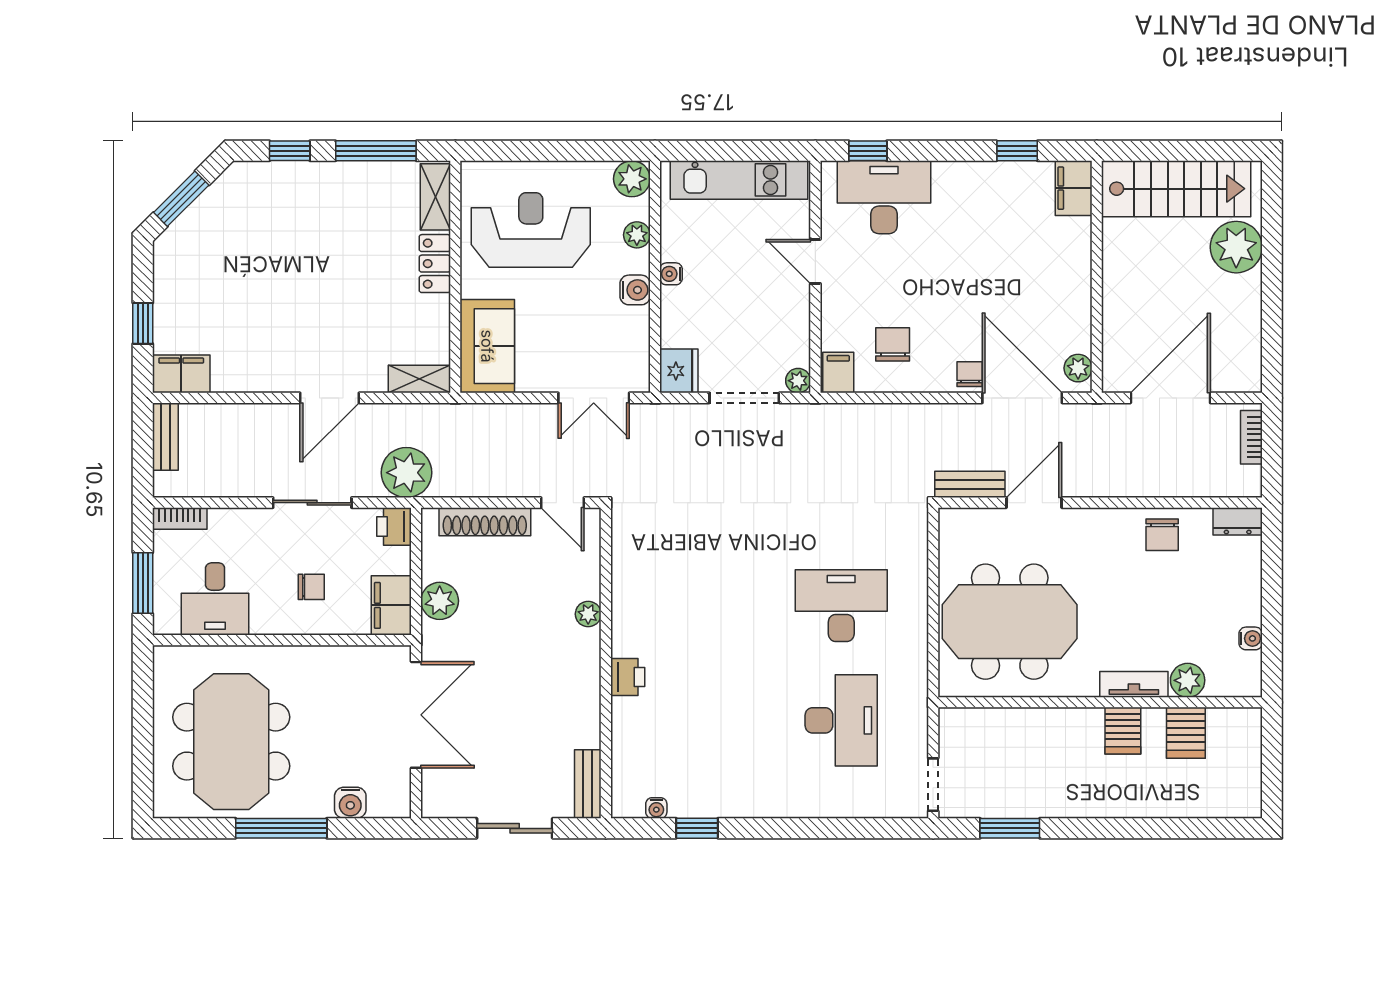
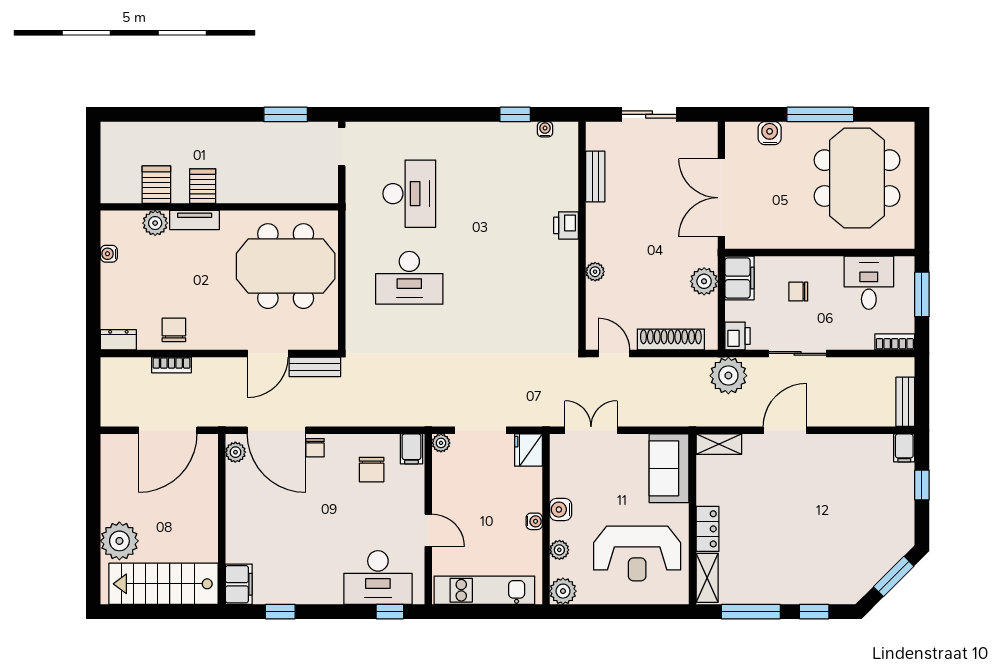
filing cabinet: (181, 374) -> (904, 448), width x0.50
bookcase: (1251, 437) -> (171, 365), moved, turned 90
desk: (841, 720) -> (409, 194), turned 180
bench: (588, 784) -> (595, 177), moved

